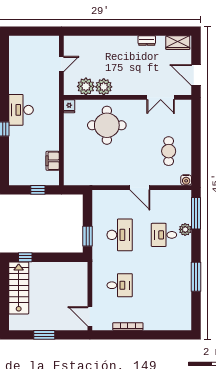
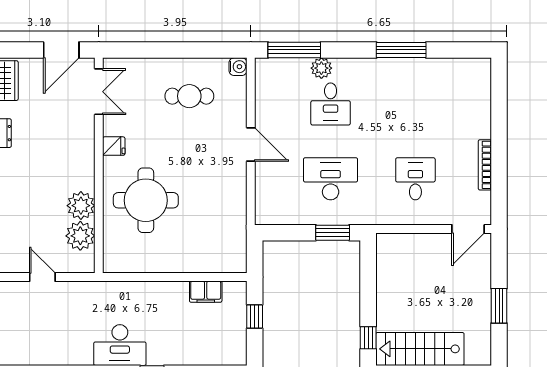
double door: (161, 97) -> (99, 92), moved
fridge: (69, 106) -> (114, 146), moved
door: (140, 188) -> (251, 144), hinge flipped

